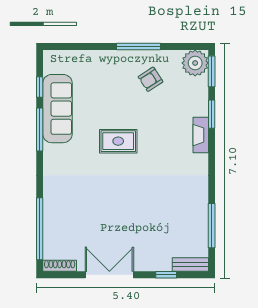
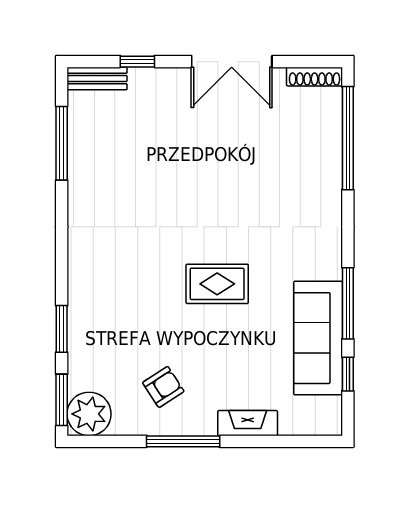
fireplace: (201, 135) -> (248, 423), moved, turned -90

